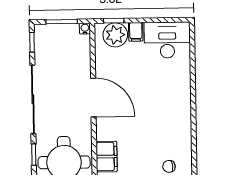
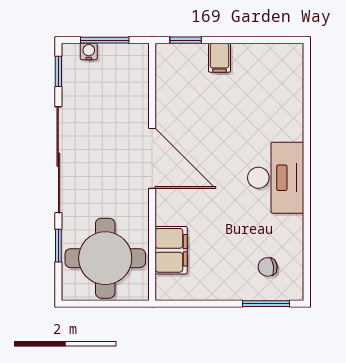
water cooler: (85, 29) -> (89, 51), moved
plant: (115, 35) -> (188, 62), removed
desk: (167, 40) -> (276, 178), moved, turned 90

